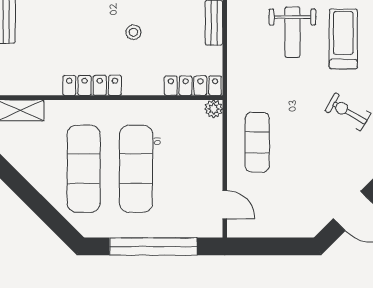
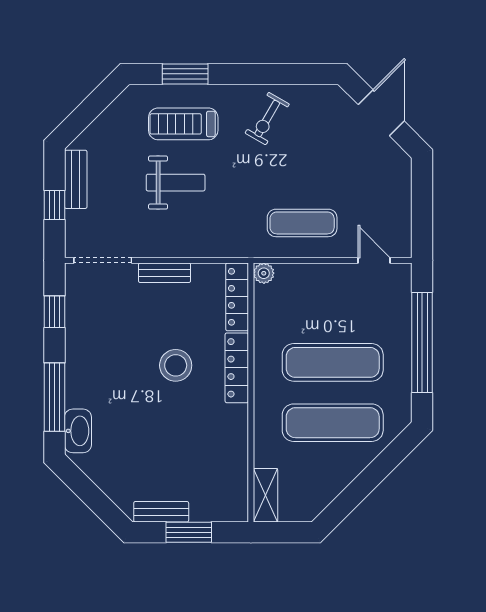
stool: (133, 32) -> (176, 365), width x1.89, depth x1.89
locker: (92, 85) -> (237, 368), moved
door: (225, 205) -> (374, 260), hinge flipped

